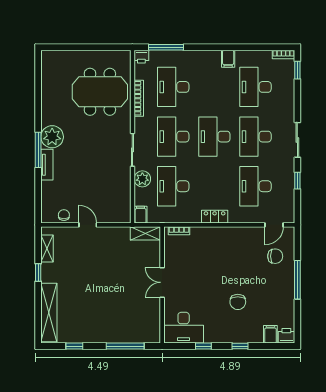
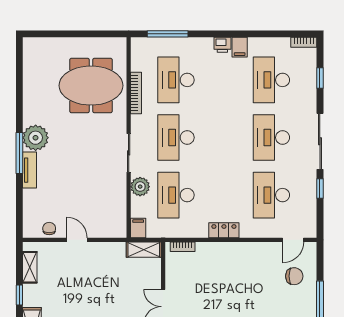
printer: (141, 57) -> (222, 45), moved
window: (297, 70) -> (320, 78), moved
desk: (214, 137) -> (224, 138), removed
sliding door: (297, 140) -> (320, 141), width x1.37

